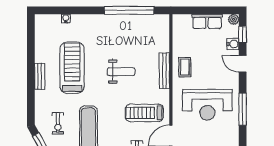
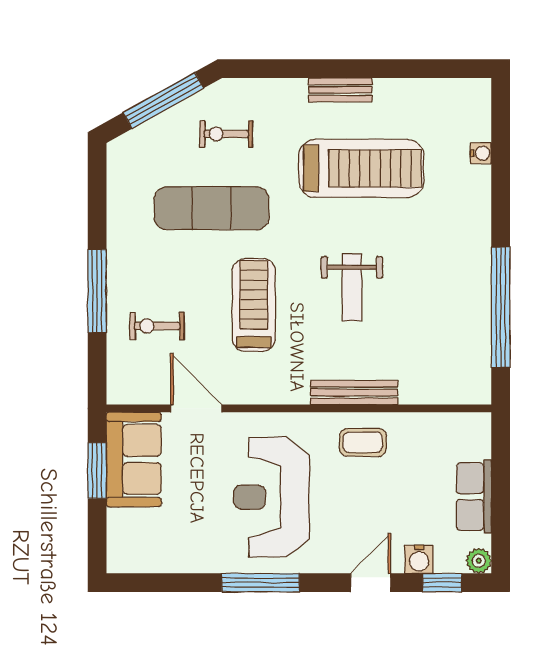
treadmill: (144, 113) -> (254, 305), moved

